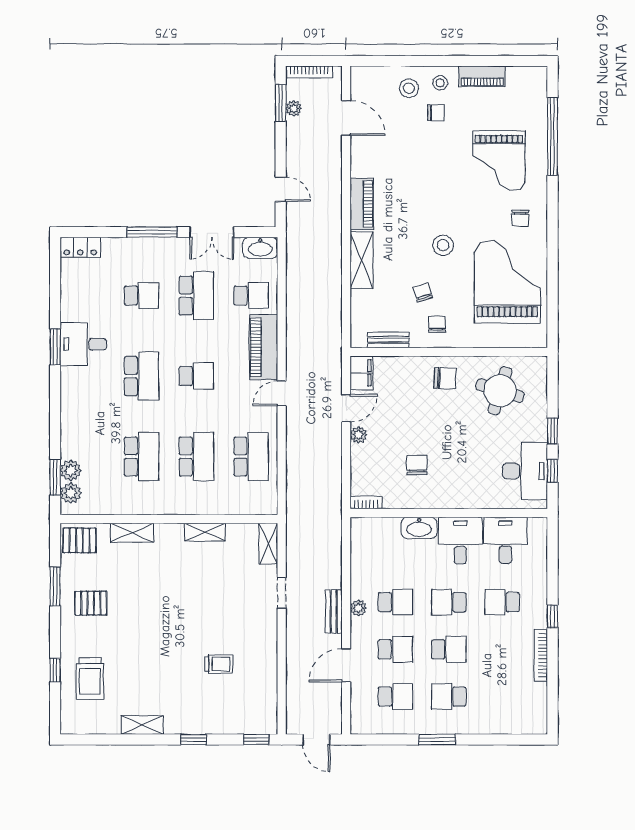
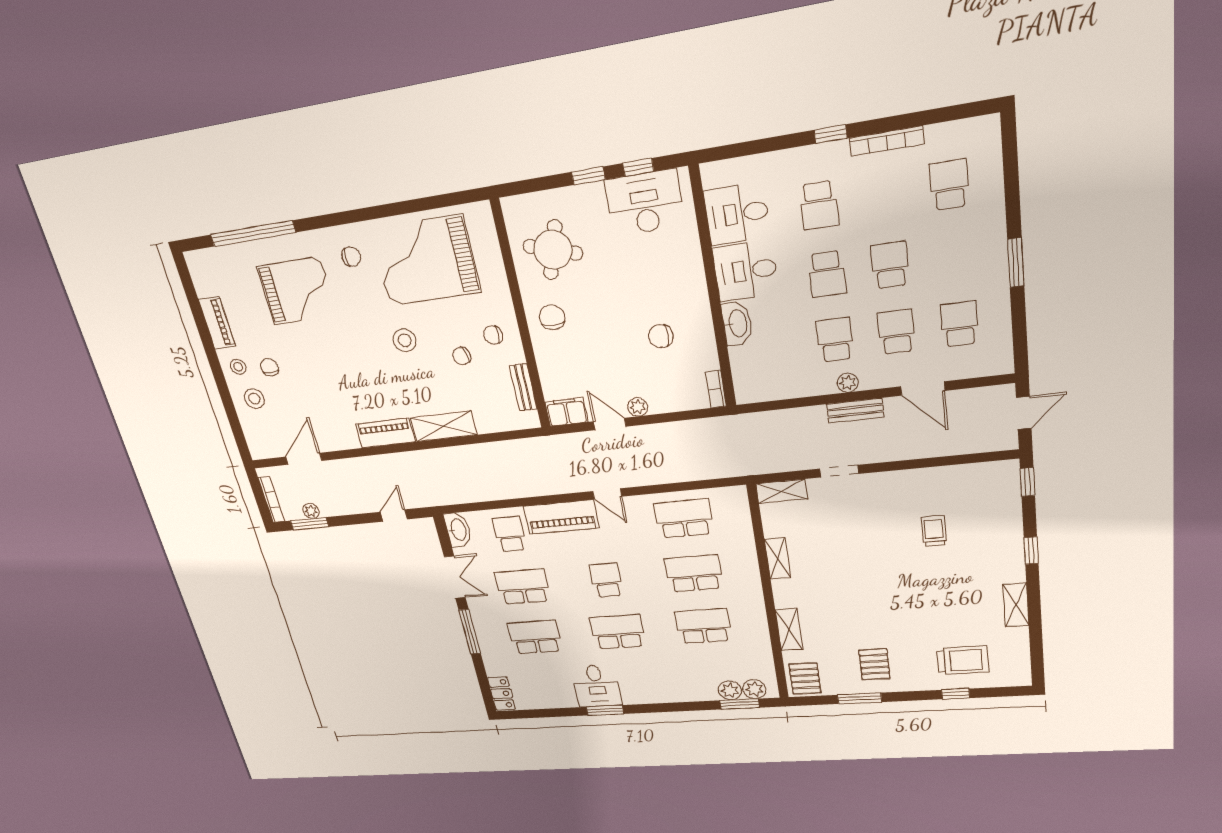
school desk: (141, 296) -> (535, 637), width x1.85
school desk: (449, 697) -> (949, 185), moved, turned 180

